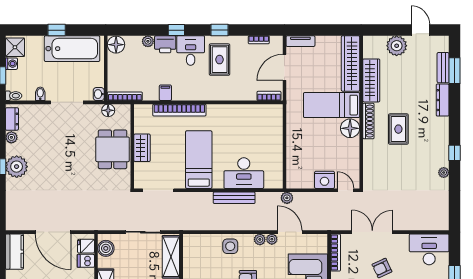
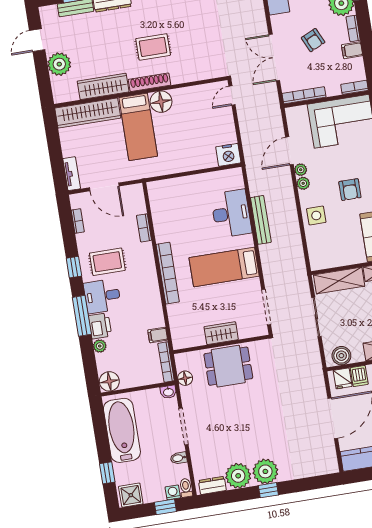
window: (57, 30) -> (107, 473), moved
window: (176, 30) -> (82, 316), width x2.17
washing machine: (11, 64) -> (173, 492), moved
filing cabinet: (165, 93) -> (158, 335), moved
bookcase: (269, 96) -> (144, 228), moved
bookcase: (179, 110) -> (168, 273), moved
plant: (11, 137) -> (238, 476), width x1.87, depth x1.87
nightstand: (325, 180) -> (228, 155), moved, turned 90
plant: (287, 198) -> (251, 160), removed

